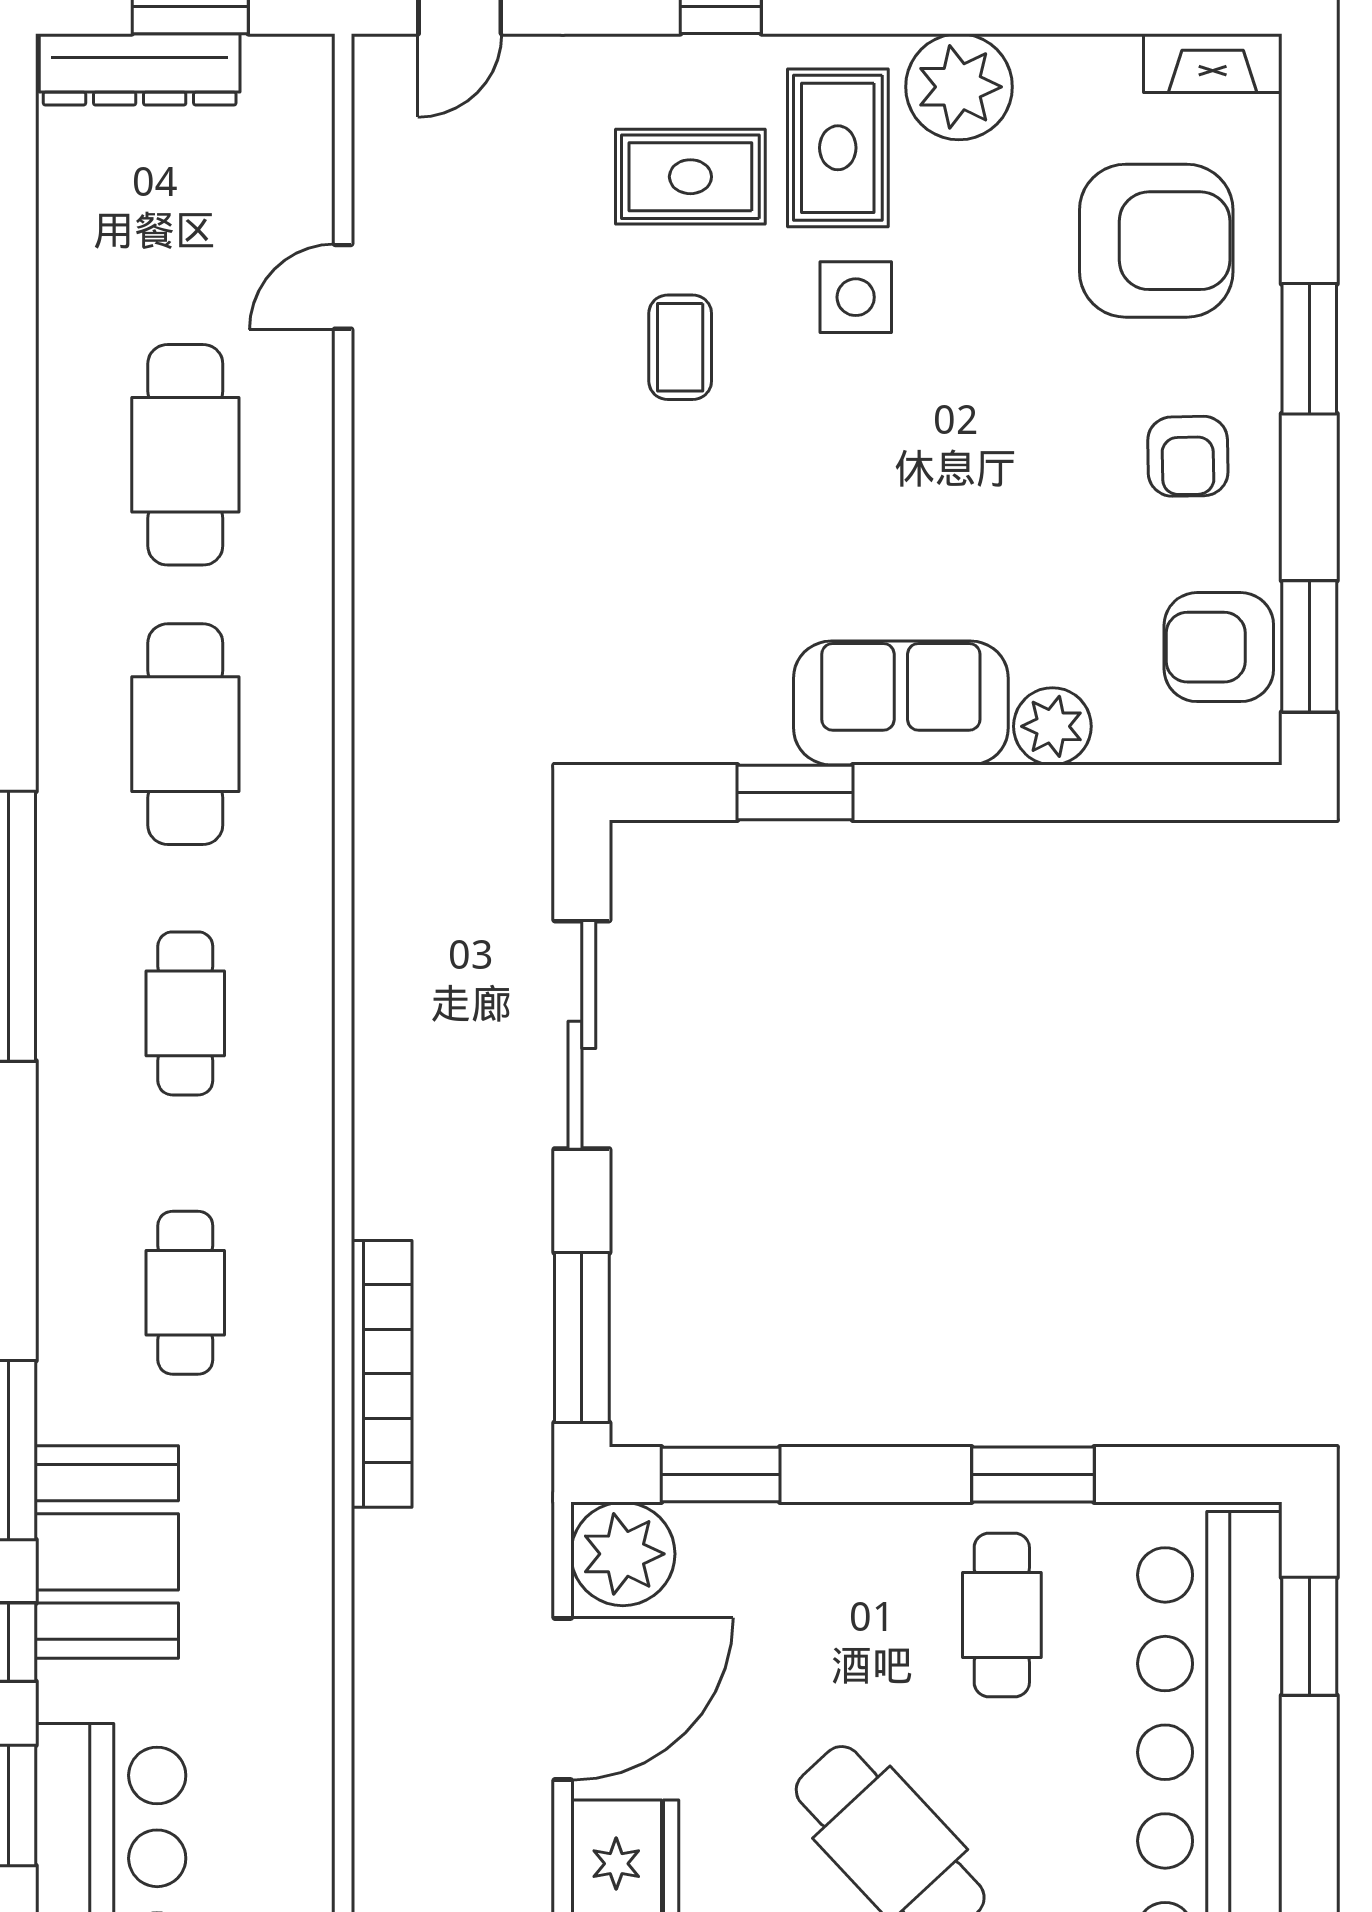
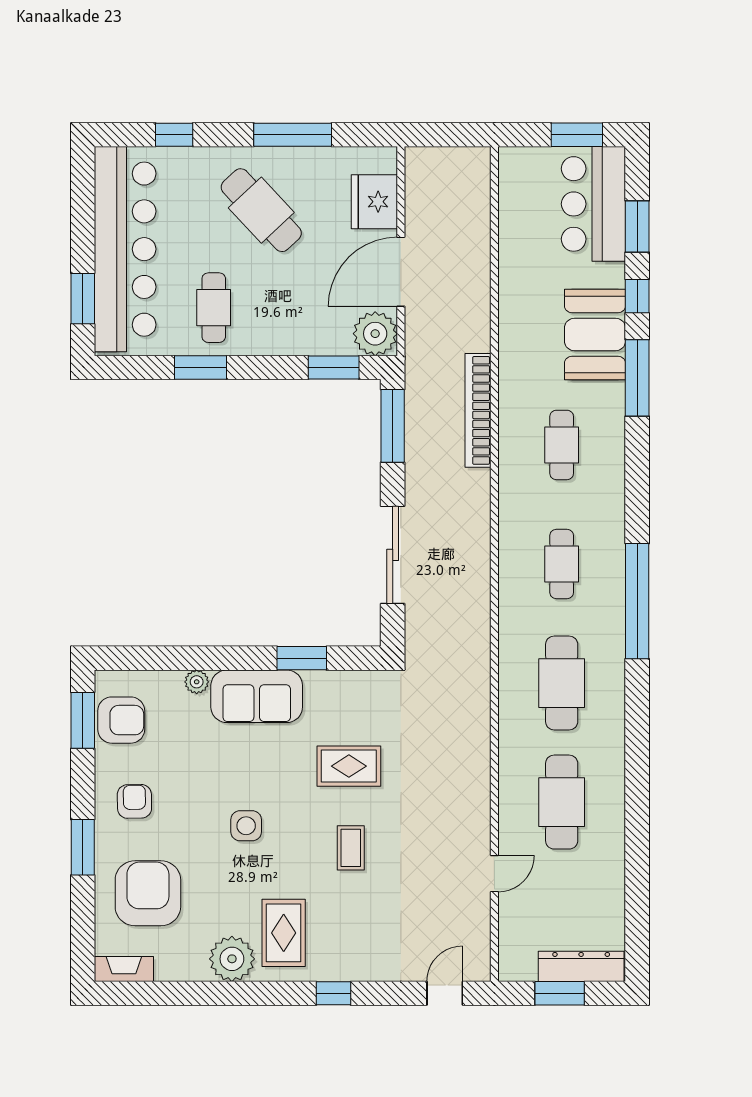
rug: (690, 177) -> (349, 766), moved
armchair: (1156, 241) -> (148, 893), turned 90
side table: (856, 297) -> (246, 826), moved
plant: (1052, 726) -> (197, 682), width x0.73, depth x0.73

